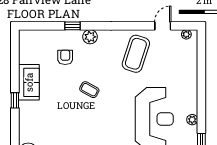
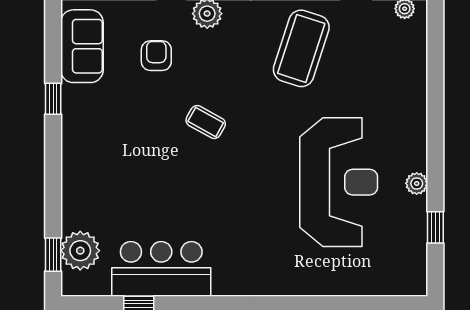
sofa: (29, 82) -> (82, 46), moved
window: (15, 100) -> (53, 99), moved

